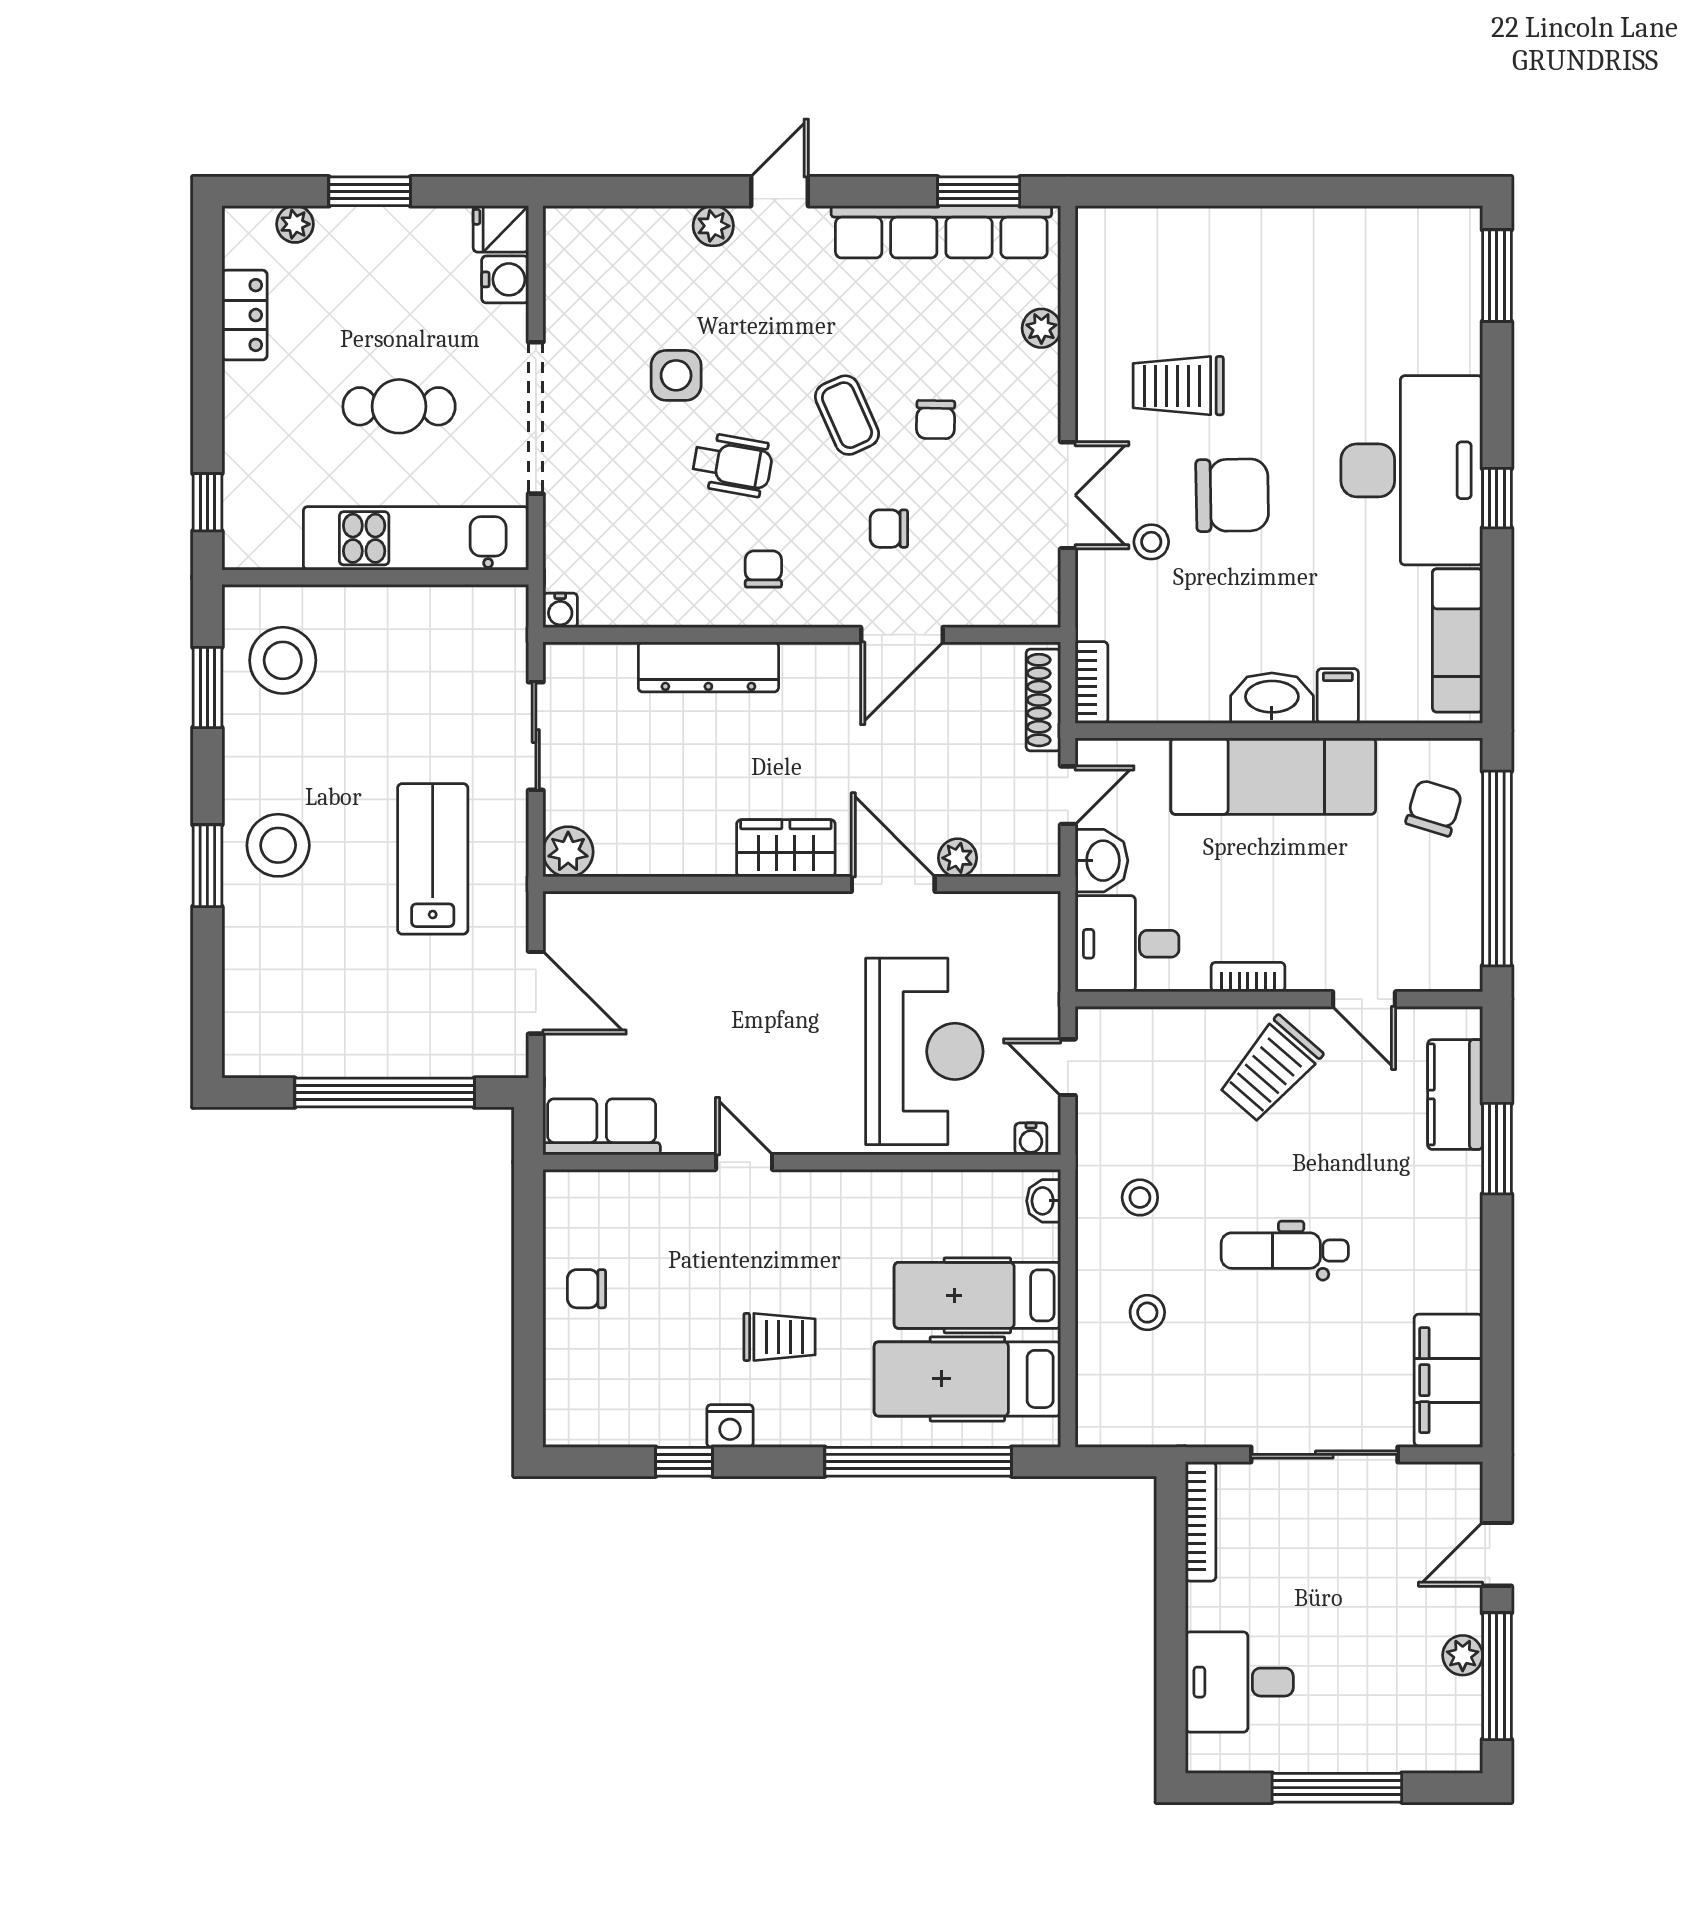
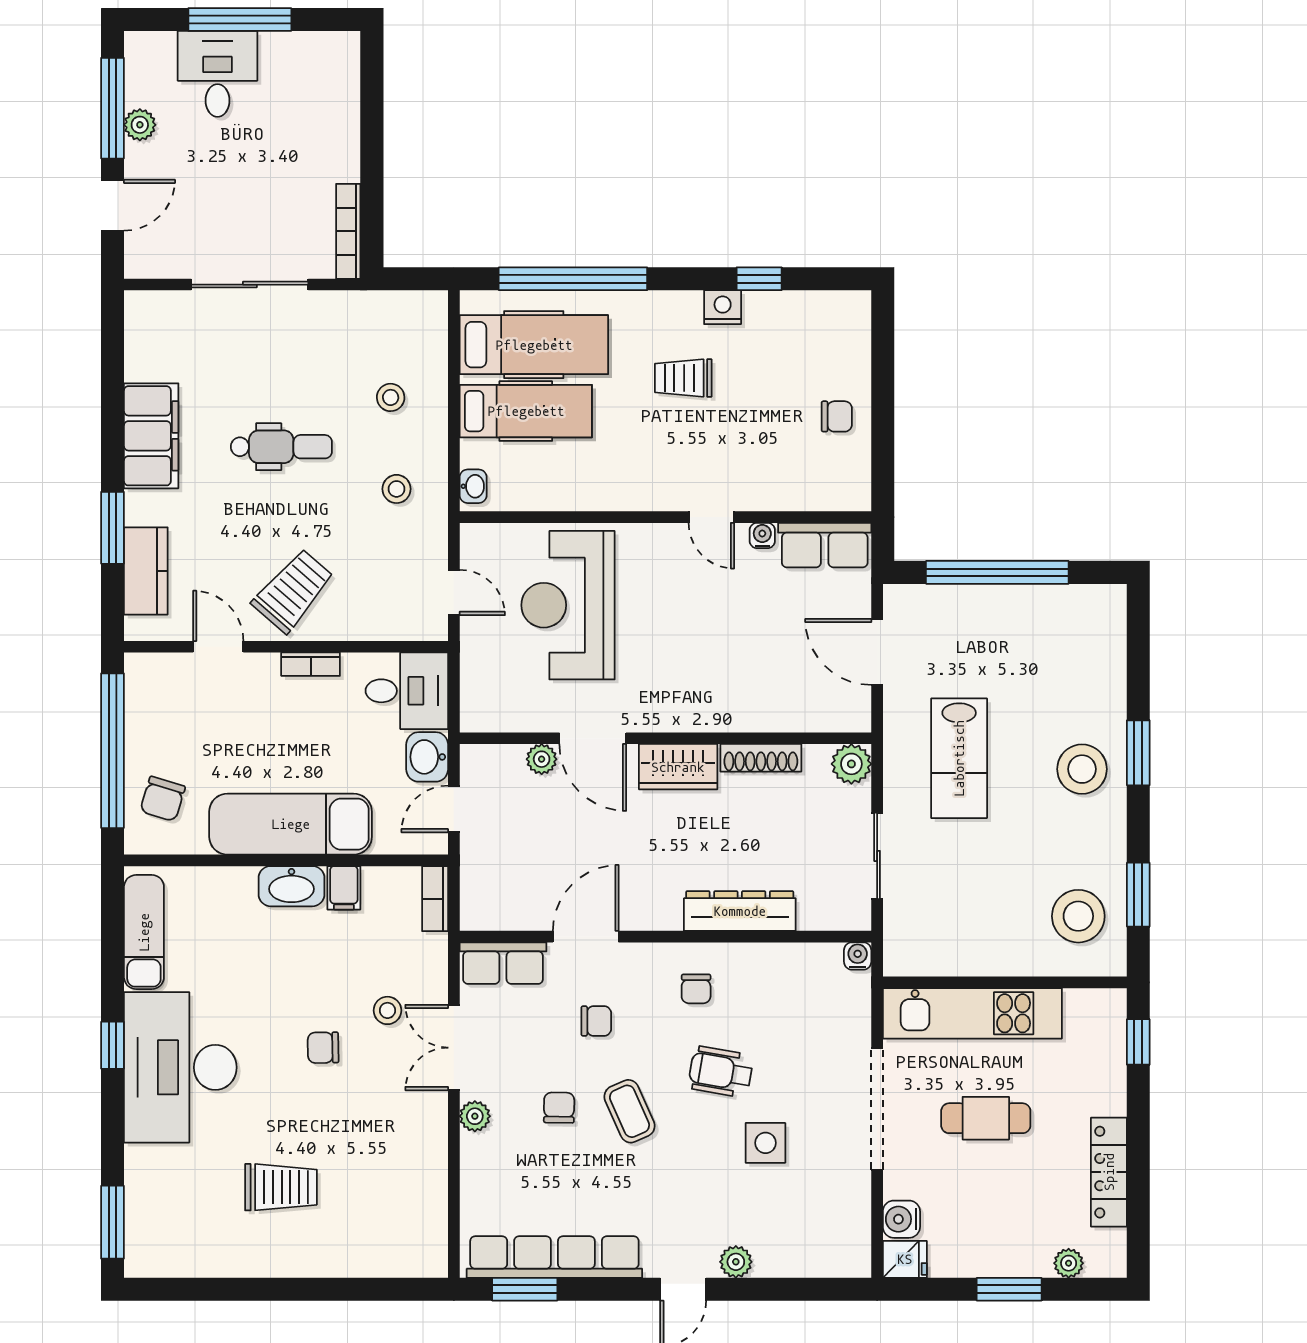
locker: (244, 315) -> (1109, 1172), width x1.53
plant: (1041, 328) -> (475, 1116), moved
trolley: (1178, 386) -> (281, 1187), moved
chair: (1232, 495) -> (323, 1048), width x0.54, depth x0.54
row of seats: (1006, 601) -> (503, 963), added
filing cabinet: (1338, 696) -> (344, 888), moved
shoe rack: (1043, 700) -> (761, 758), moved, turned 90
water cooler: (1031, 1139) -> (762, 536), moved
filing cabinet: (1448, 1380) -> (151, 436), moved
desk: (1239, 1682) -> (218, 74), moved, turned -90

